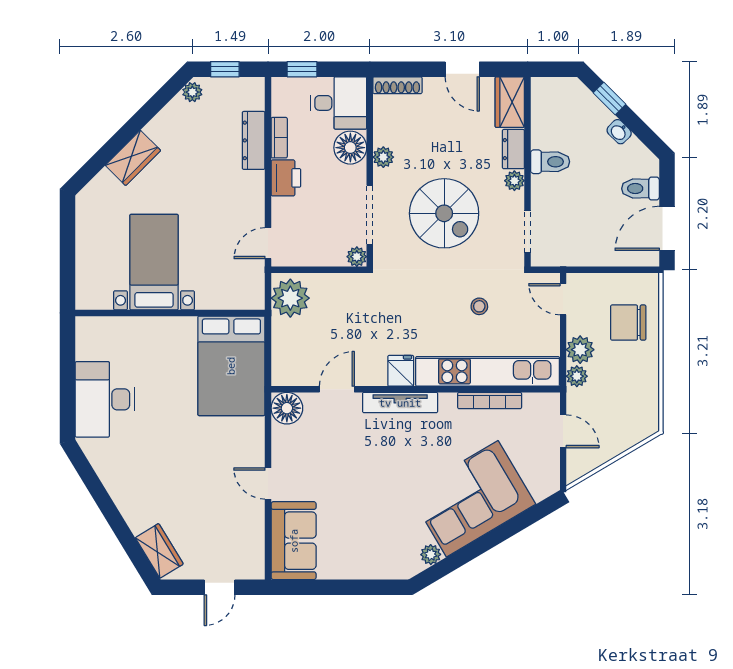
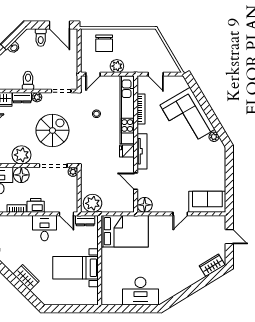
dresser: (254, 140) -> (85, 221), moved, width x0.70
plant: (383, 157) -> (21, 155), width x1.88, depth x1.88
desk: (238, 197) -> (45, 228), added
plant: (577, 376) -> (130, 68), removed
door: (563, 431) -> (156, 74), swing flipped

